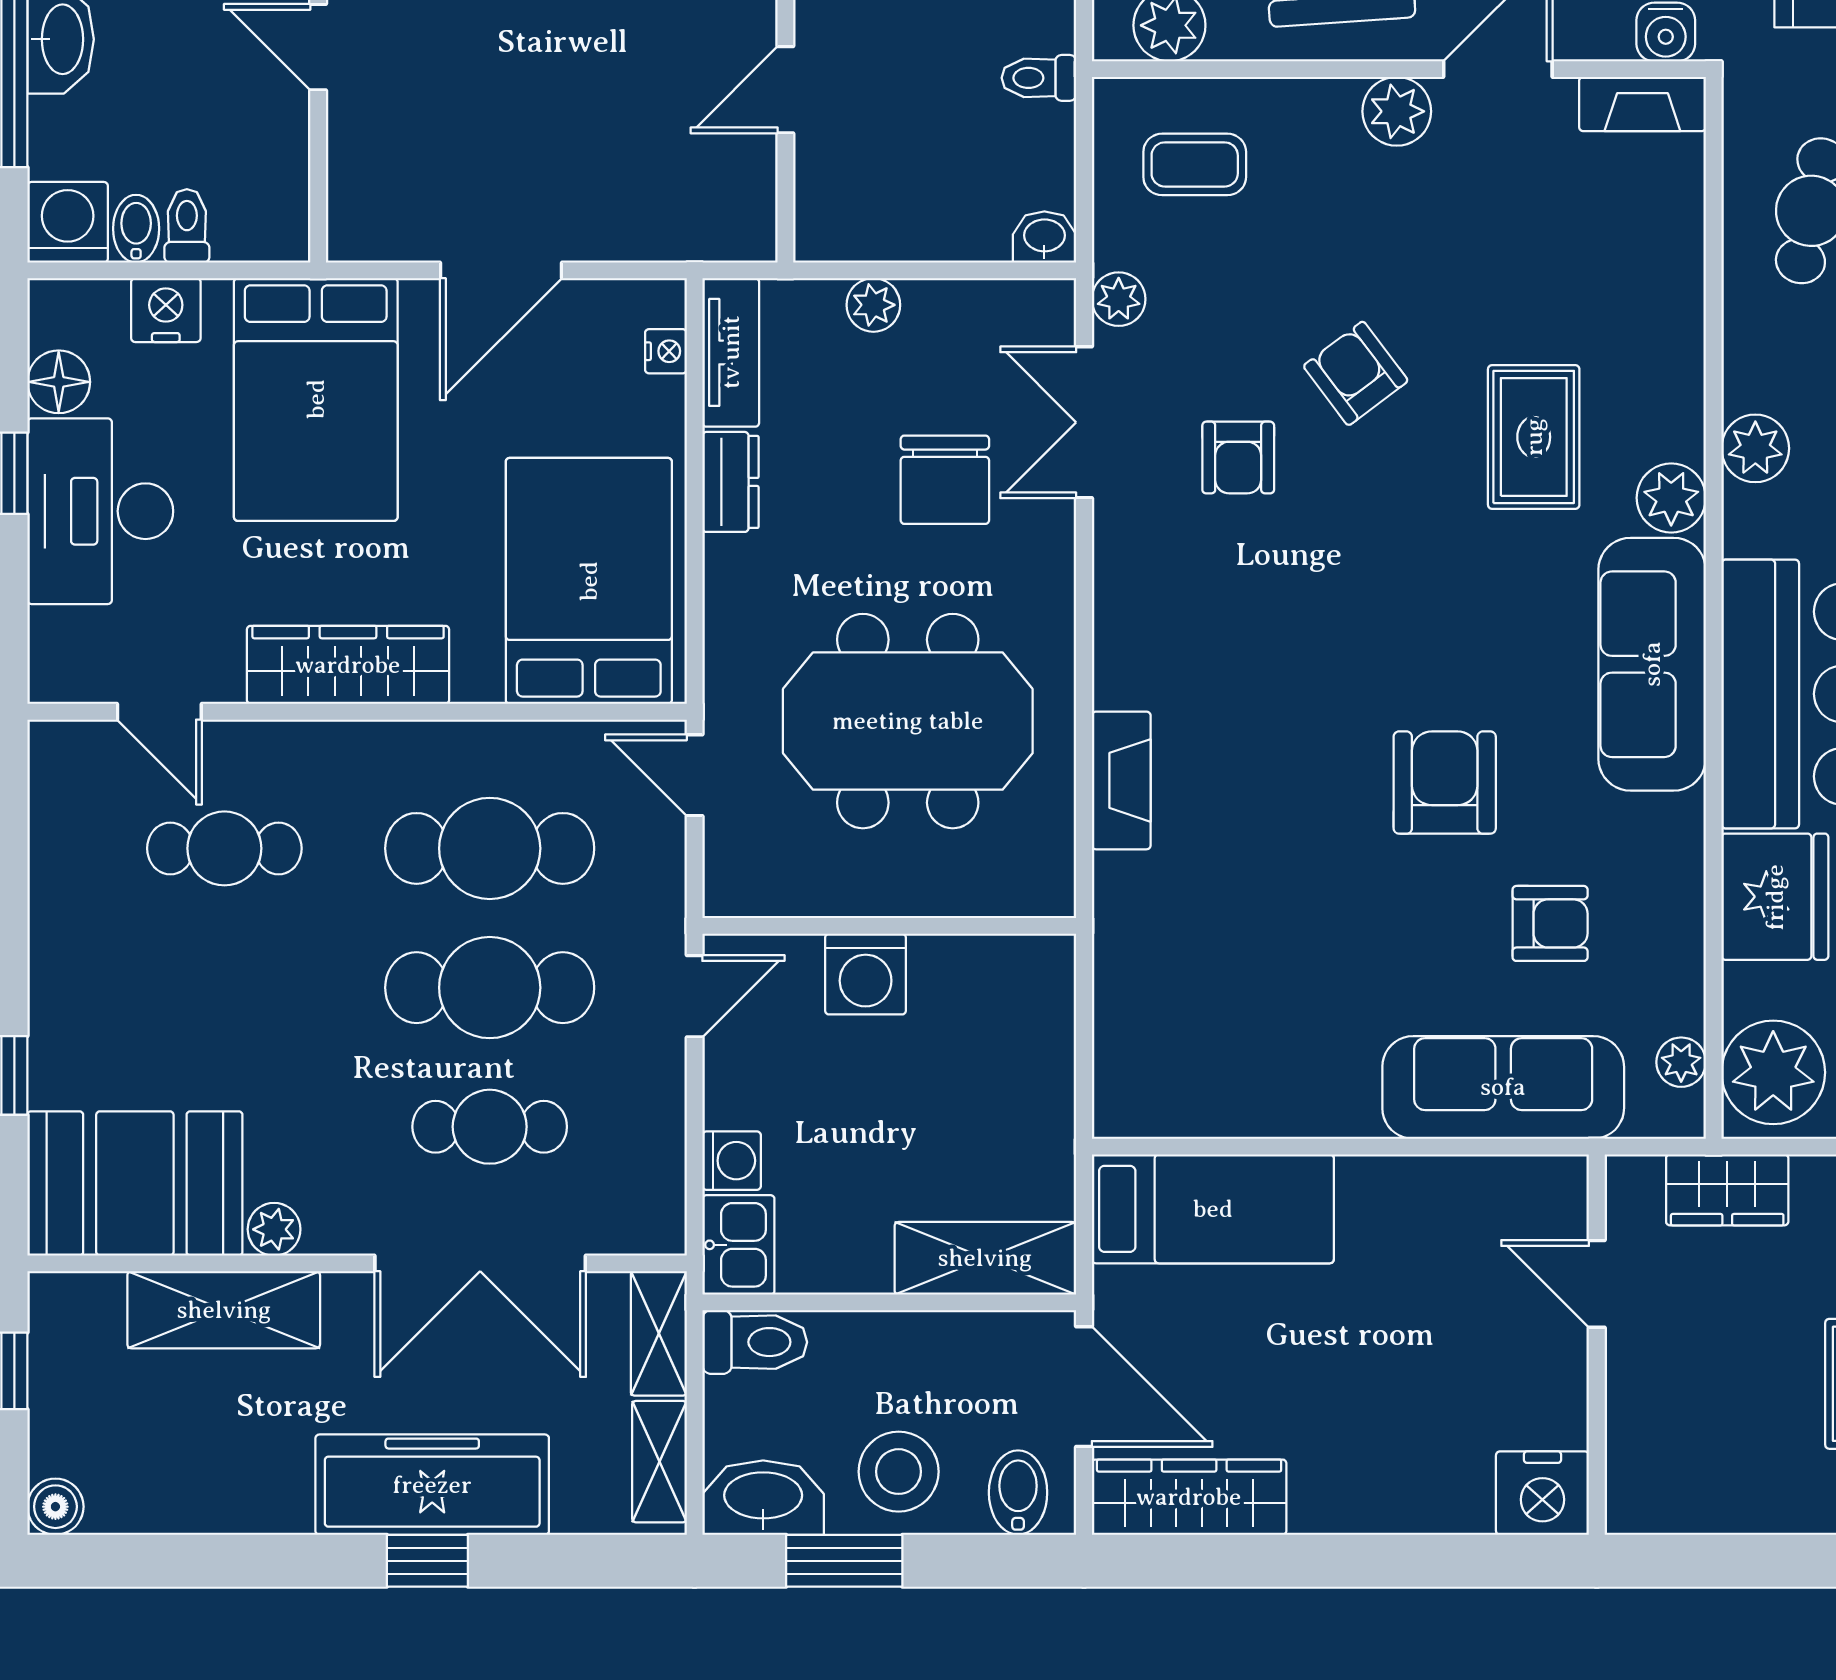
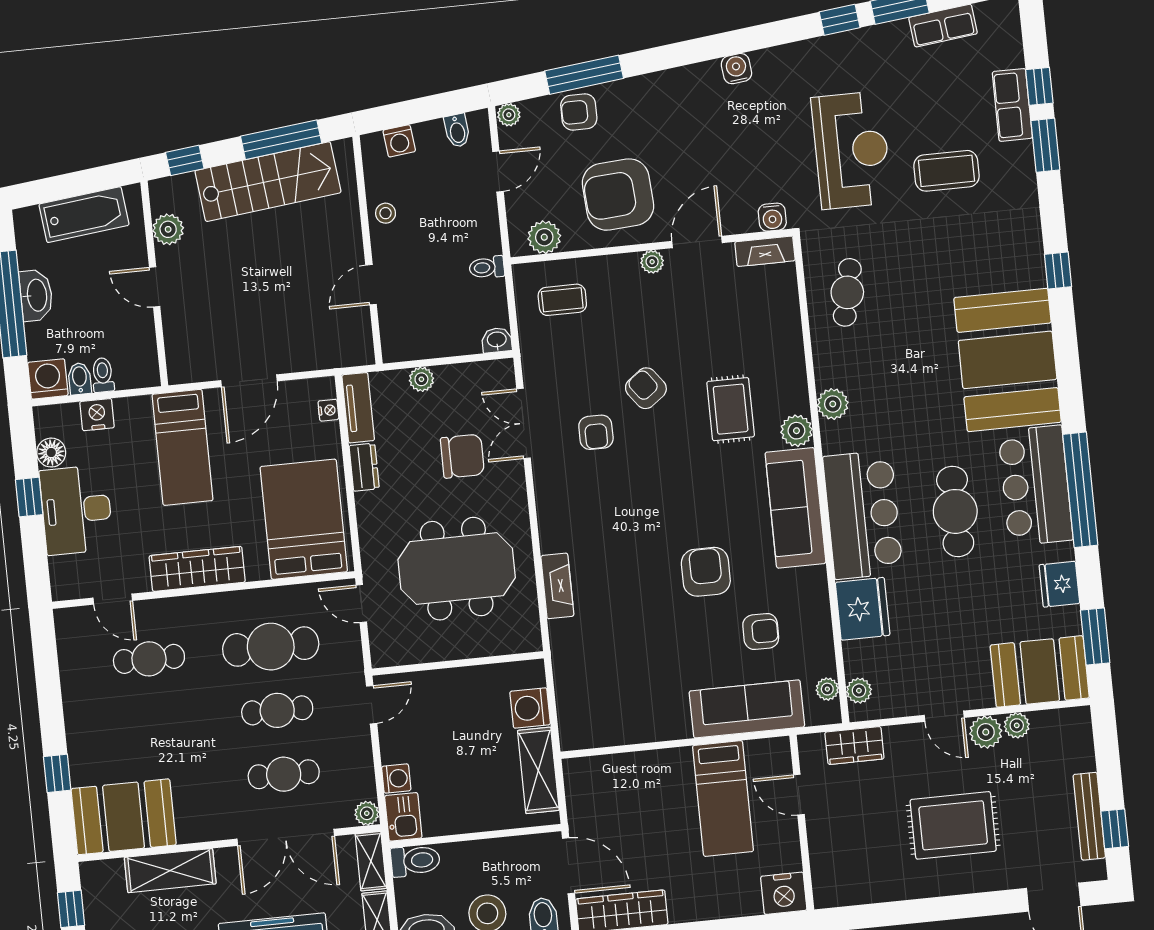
plant: (1397, 111) -> (652, 262), width x0.73, depth x0.73
plant: (1119, 299) -> (534, 365), removed
bed: (316, 399) -> (183, 447), width x0.67
chair: (945, 480) -> (462, 456), turned -90
washing machine: (866, 974) -> (530, 708), moved, turned 90
cafe table: (490, 988) -> (277, 710), width x0.73, depth x0.74
plant: (1773, 1072) -> (859, 691), width x0.53, depth x0.53
bed: (1213, 1209) -> (723, 798), moved, turned 90
plant: (274, 1229) -> (367, 813), moved
shelving: (985, 1258) -> (538, 770), moved, turned 90

